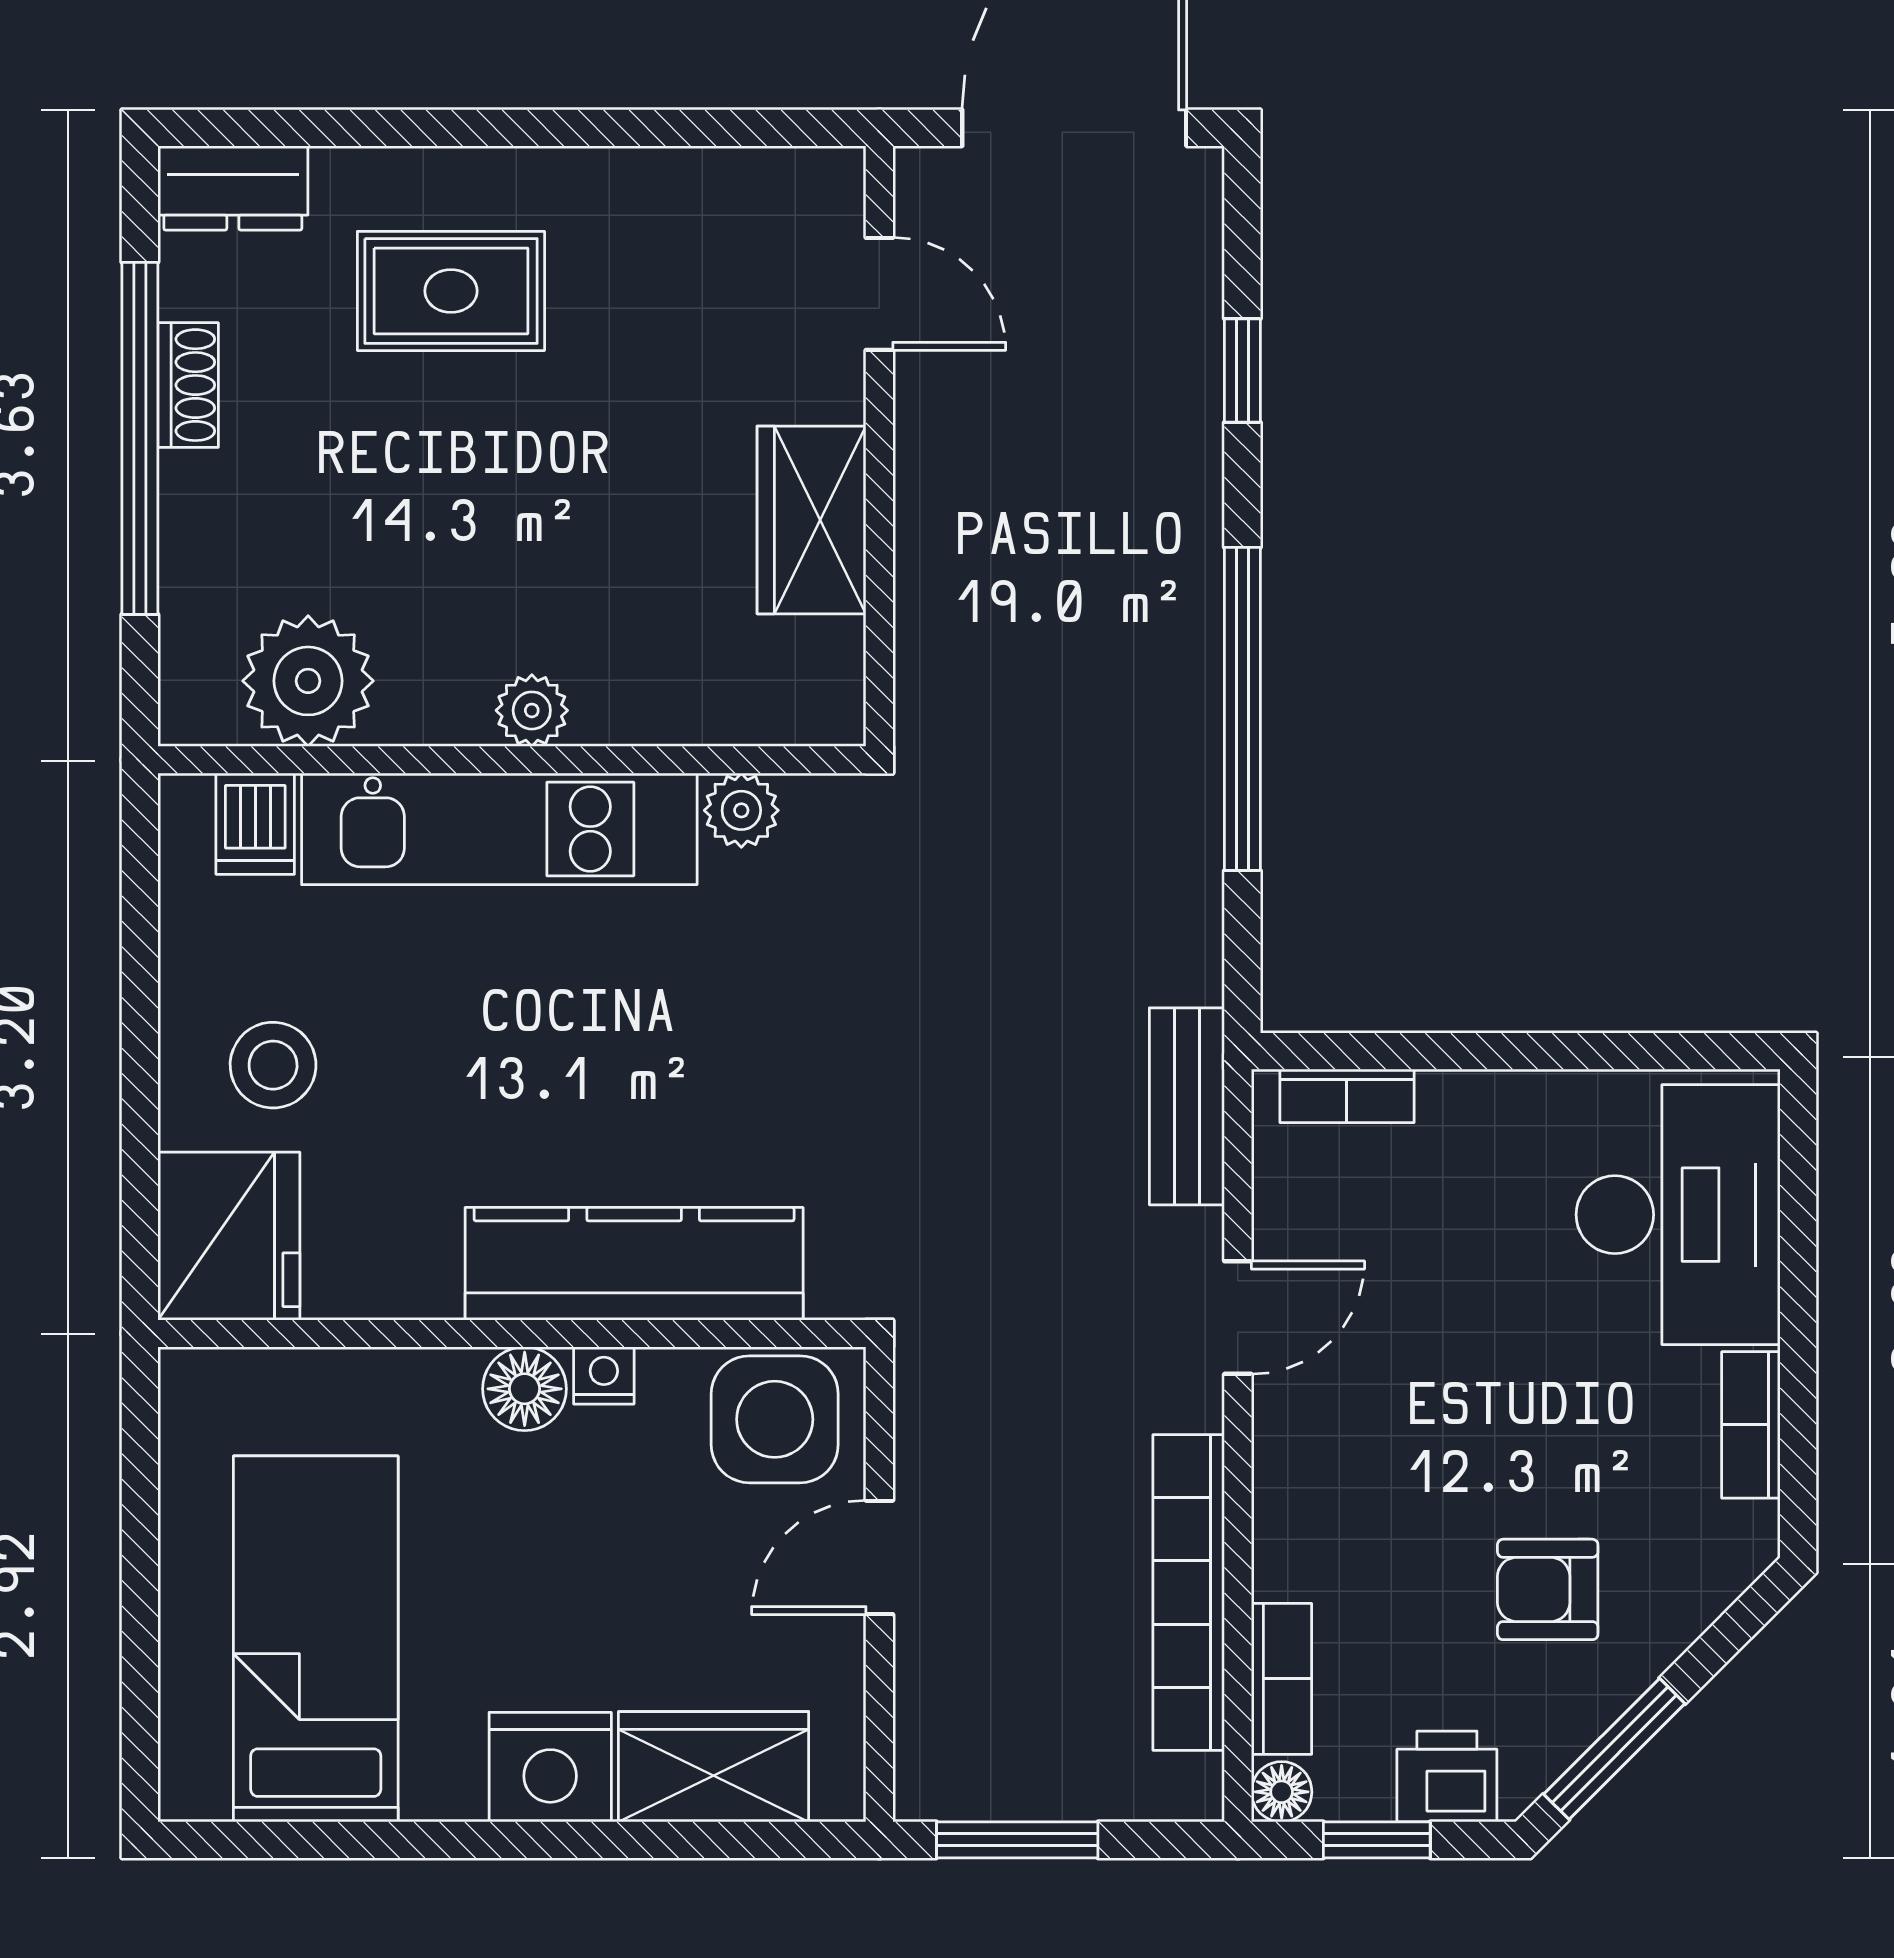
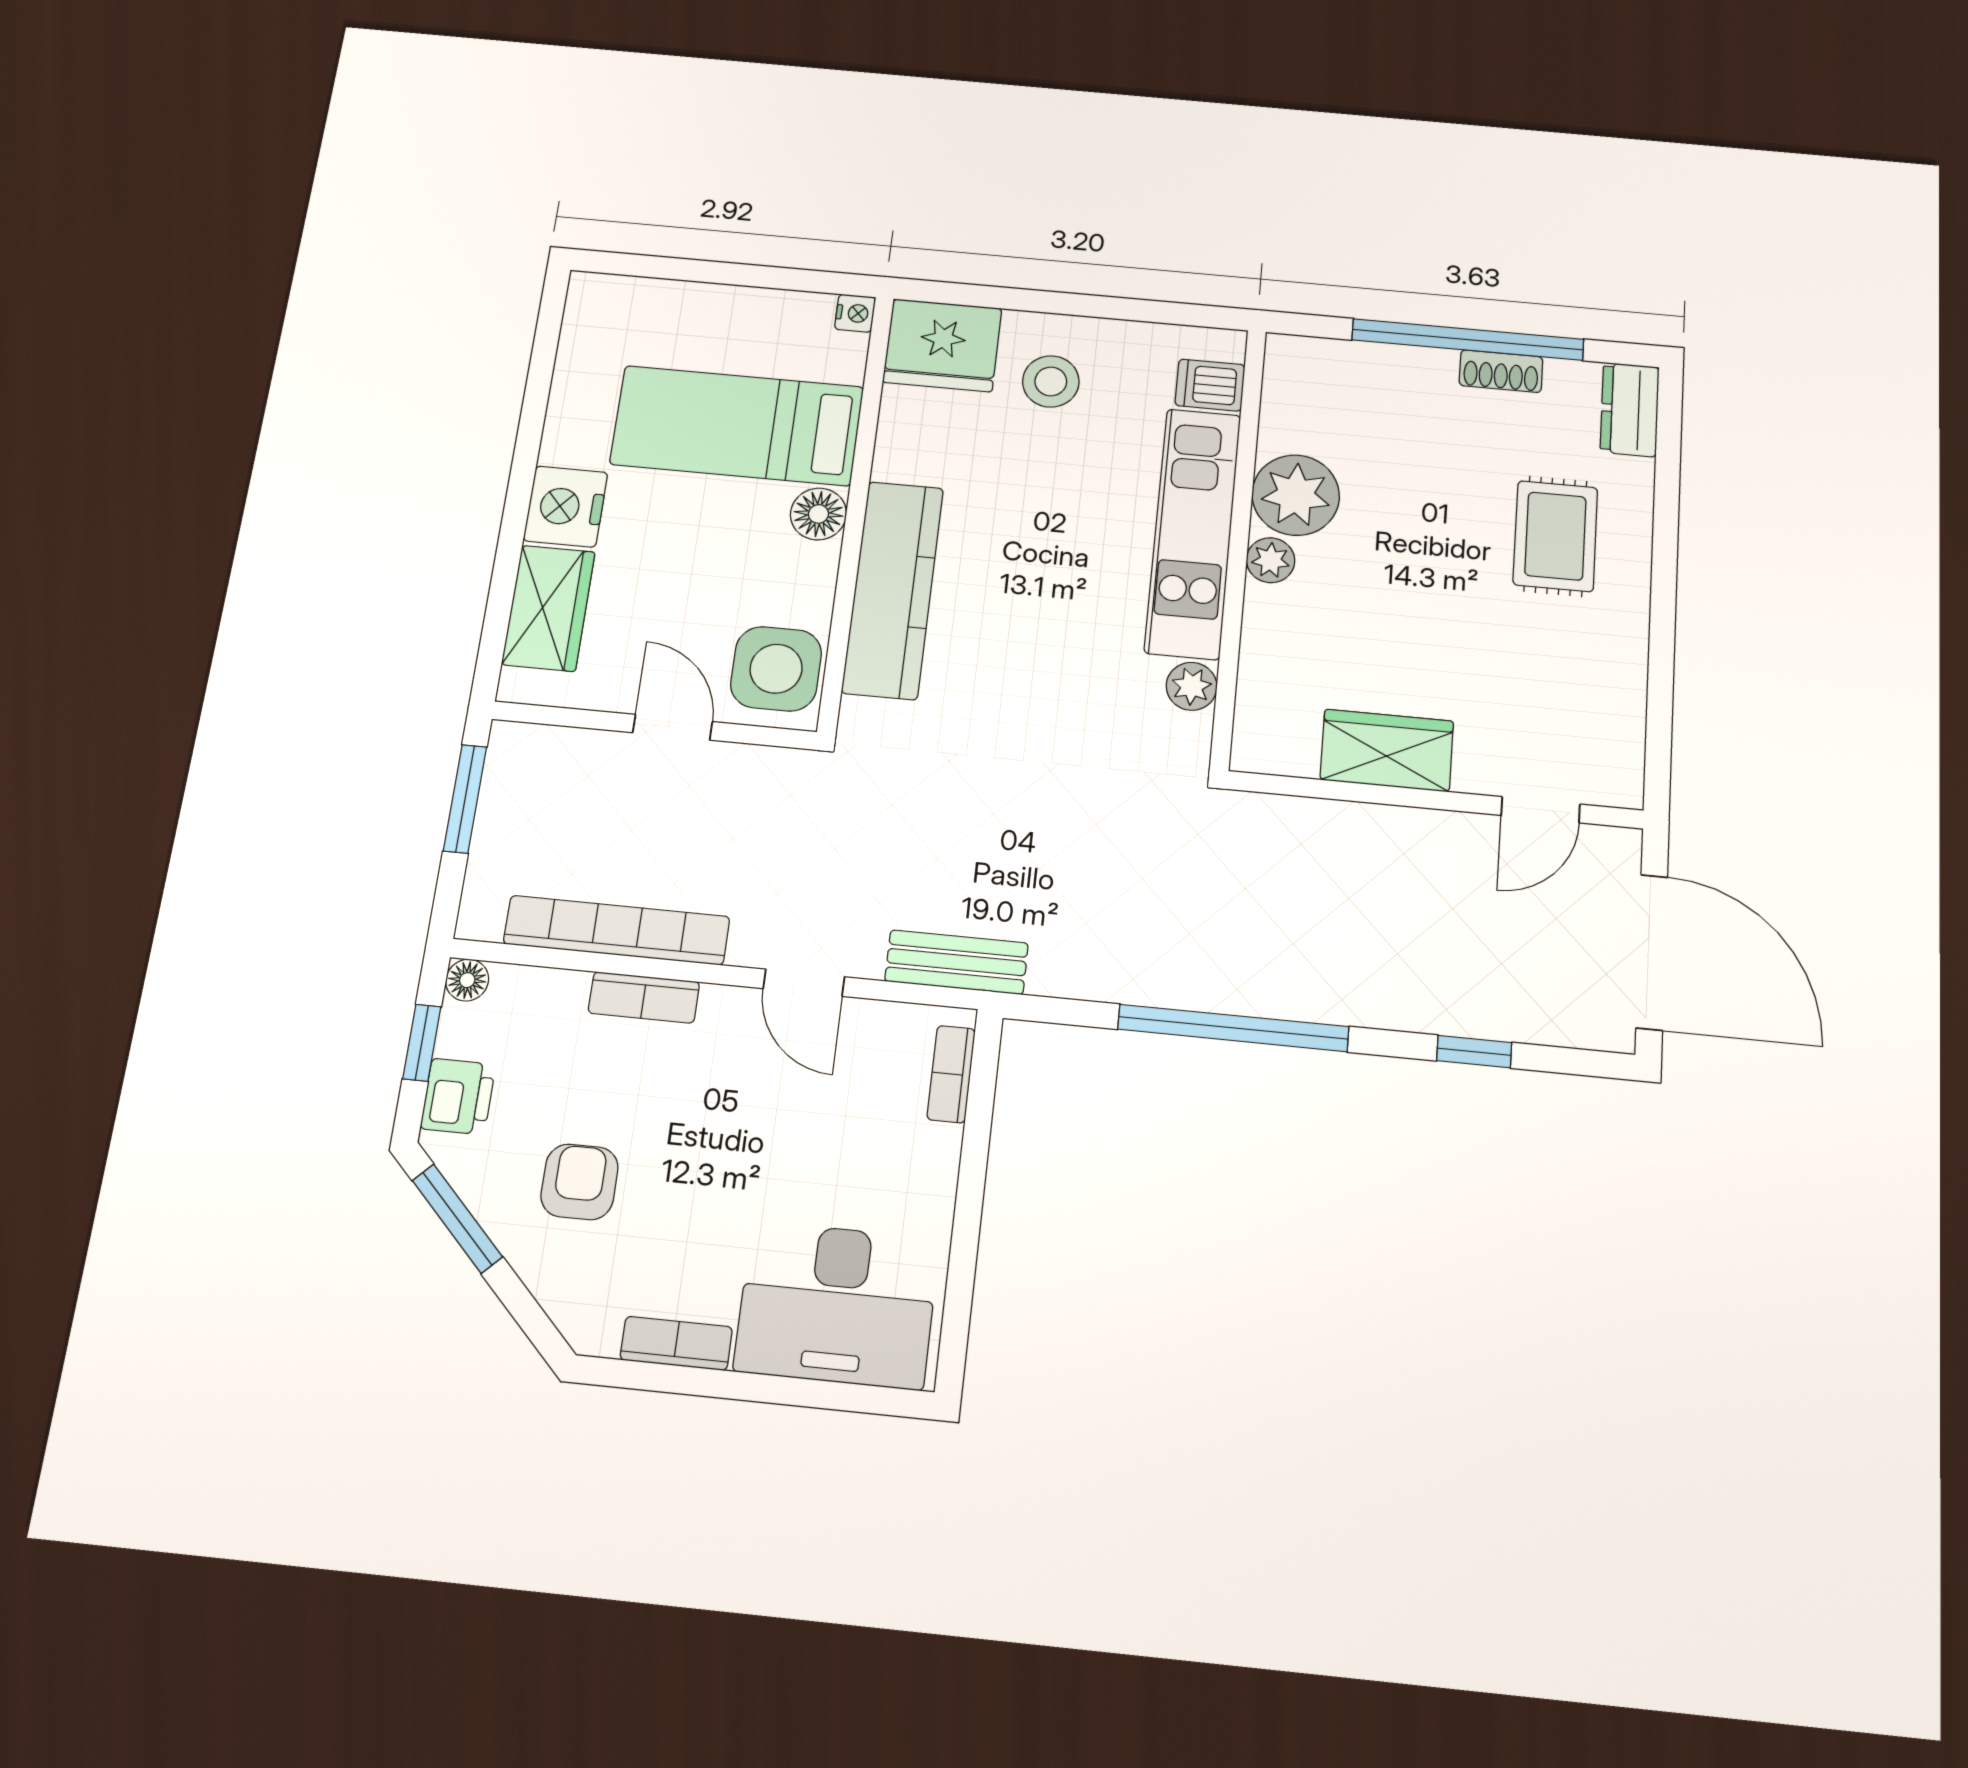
plant: (308, 681) -> (1296, 495), moved
nightstand: (604, 1376) -> (855, 313), moved
bed: (316, 1639) -> (737, 426), moved, turned 180
bookcase: (1282, 1679) -> (644, 997), moved

